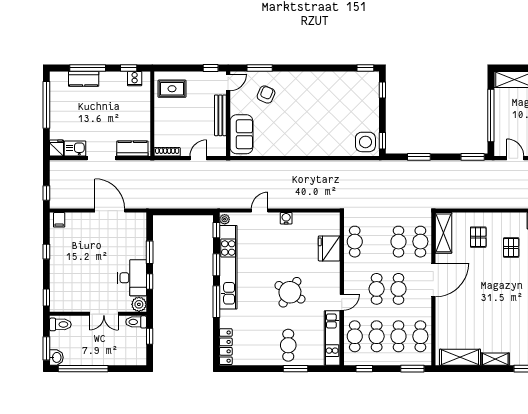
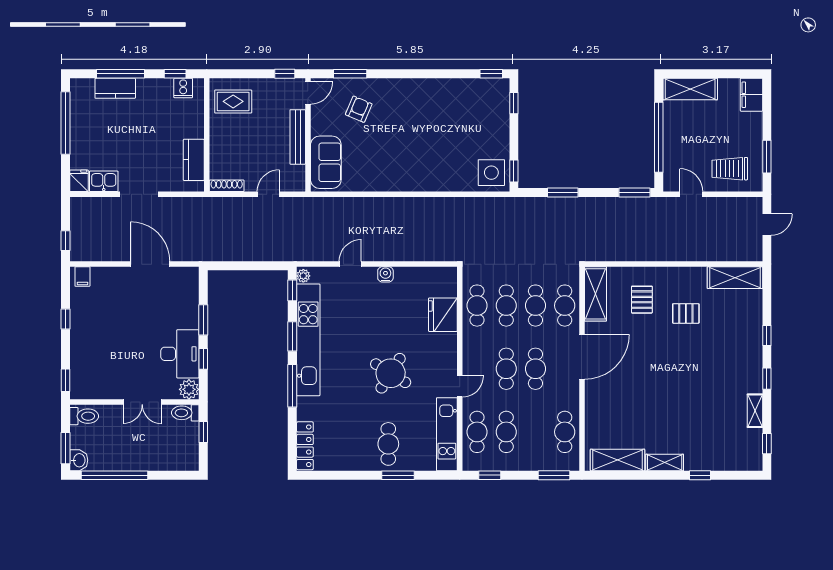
kitchen counter: (132, 148) -> (194, 160), moved, turned -90
pallet: (511, 247) -> (686, 313), turned 90
cafe table: (398, 336) -> (506, 306), moved

